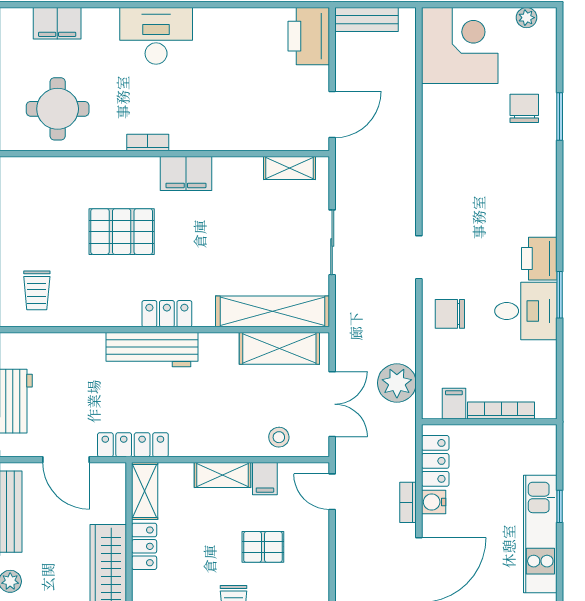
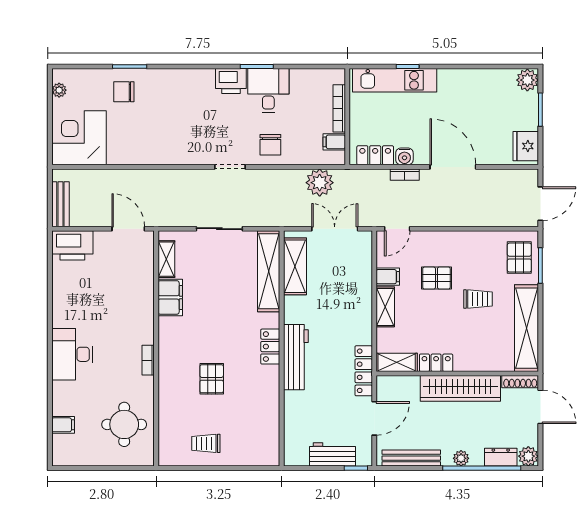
filing cabinet: (57, 23) -> (63, 425), width x0.50
filing cabinet: (186, 173) -> (170, 297), moved
pallet: (122, 232) -> (212, 379), width x0.67, depth x0.71
trolley: (37, 290) -> (206, 443), moved, turned 180
stool: (279, 437) -> (358, 267), removed
kitchen unit: (540, 534) -> (395, 80), moved
pallet: (263, 547) -> (436, 278), turned 90

